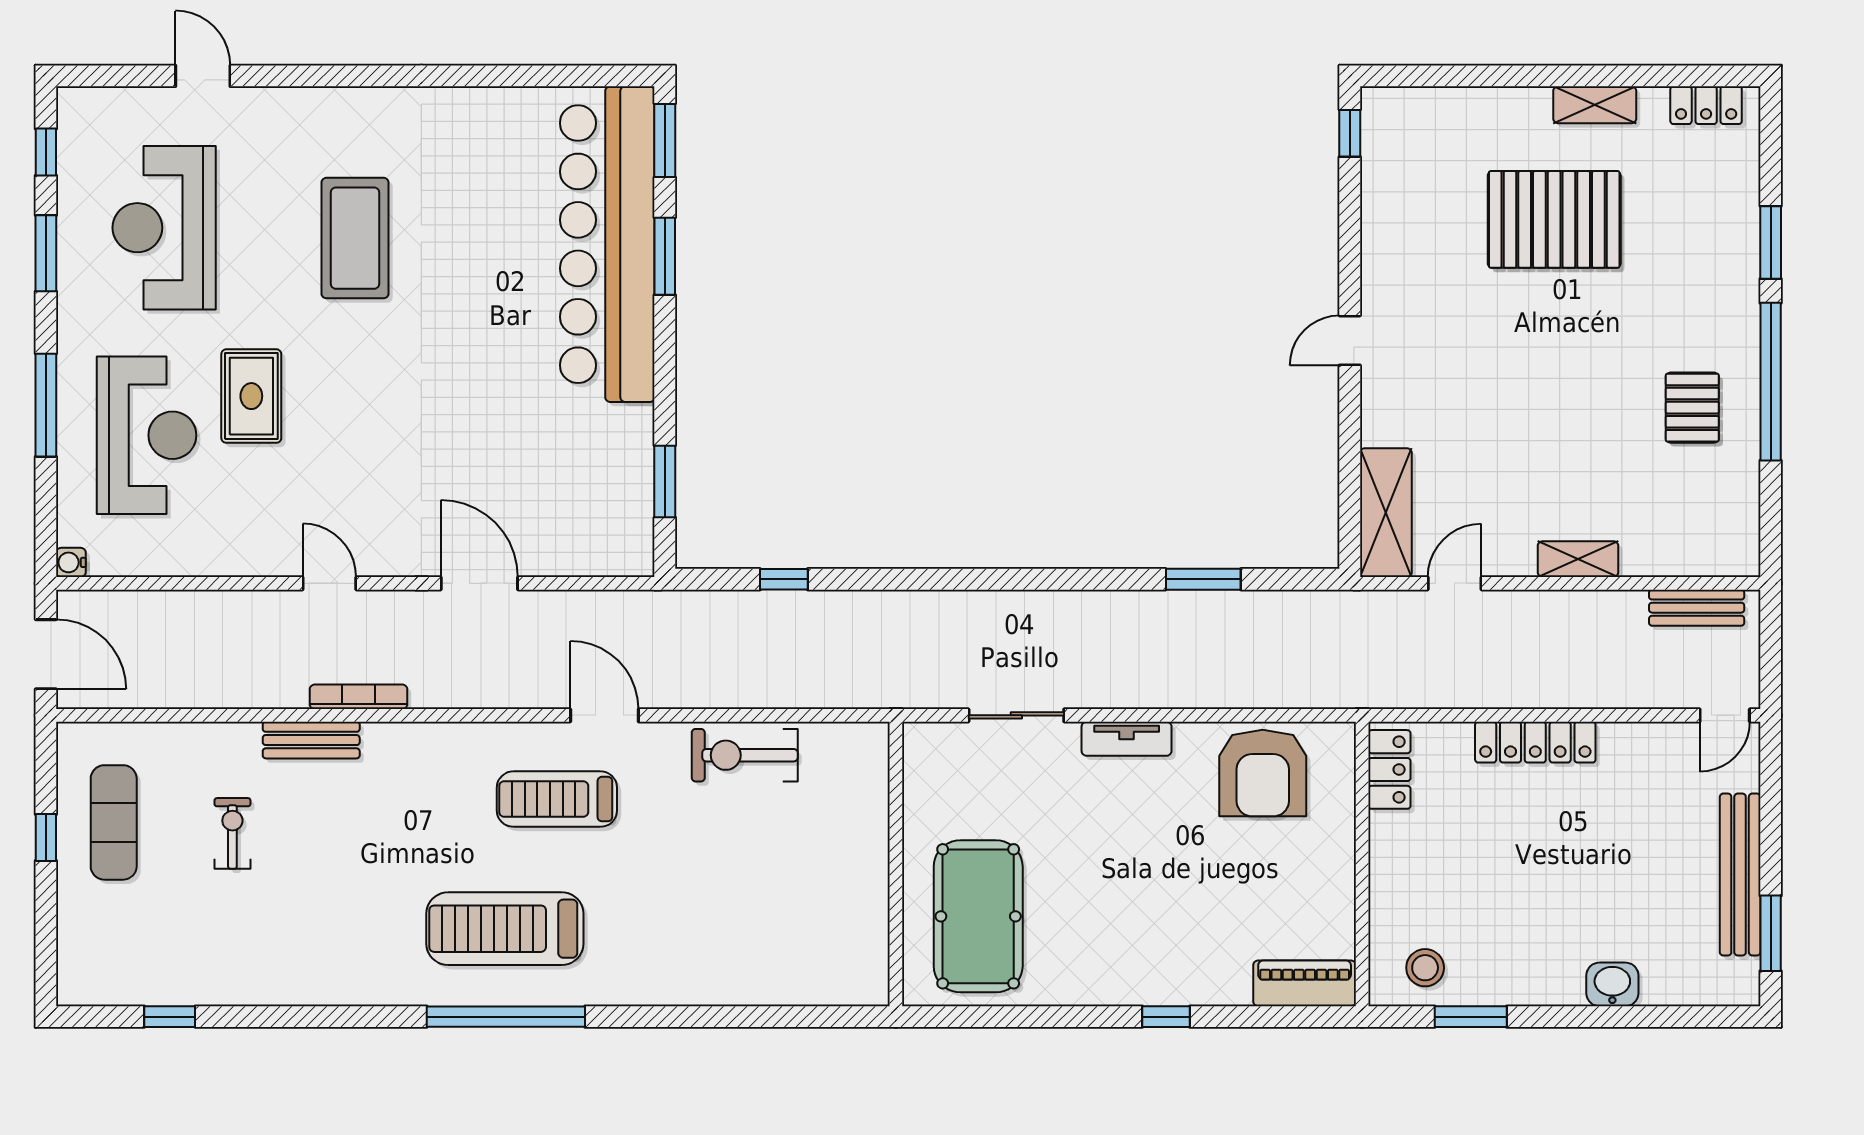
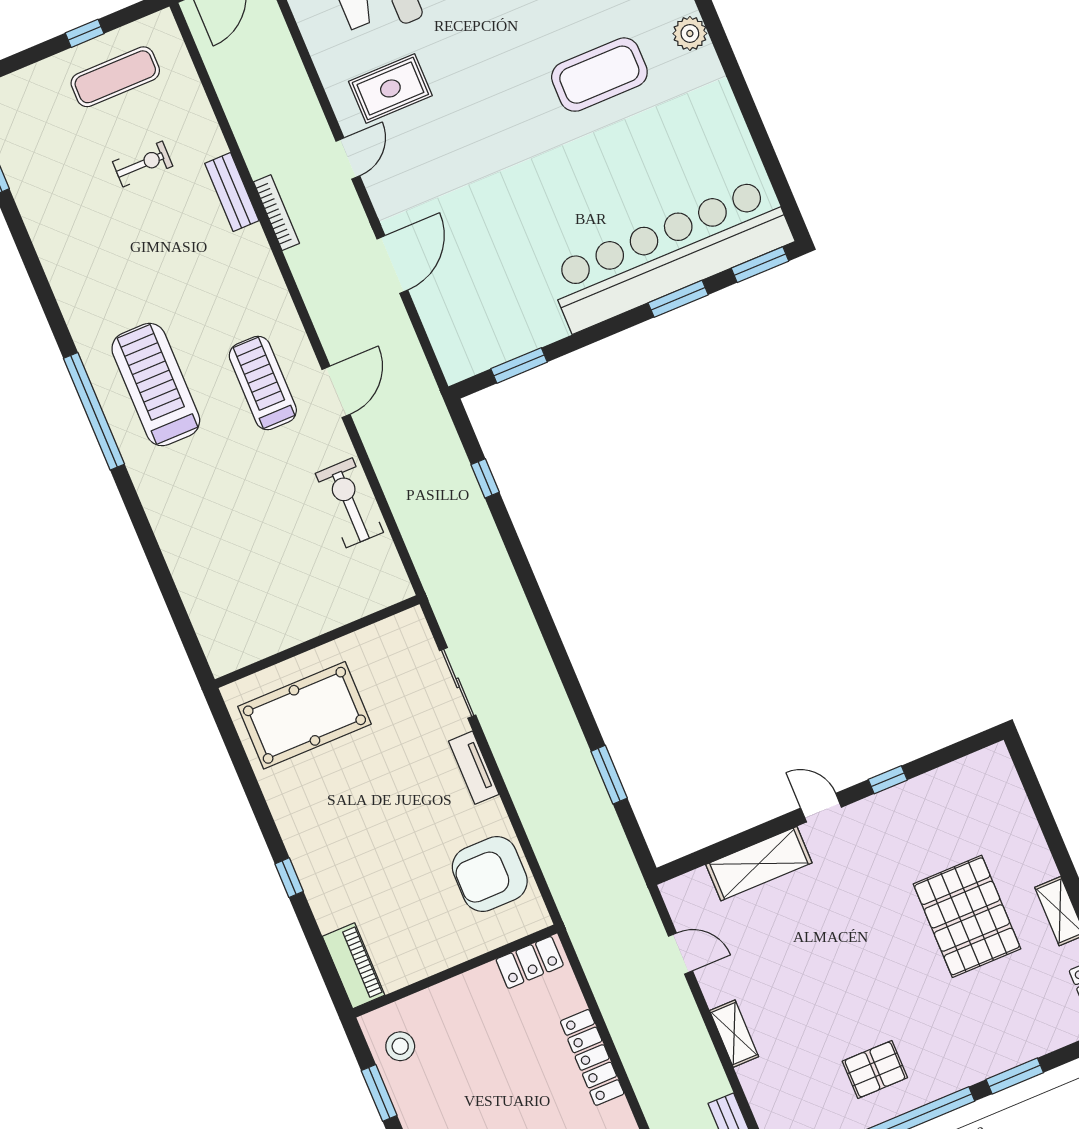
plant: (351, 108) -> (690, 33), added
window: (1350, 133) -> (888, 780), moved
rug: (251, 396) -> (390, 88), moved
shelving: (1386, 513) -> (759, 864), moved

